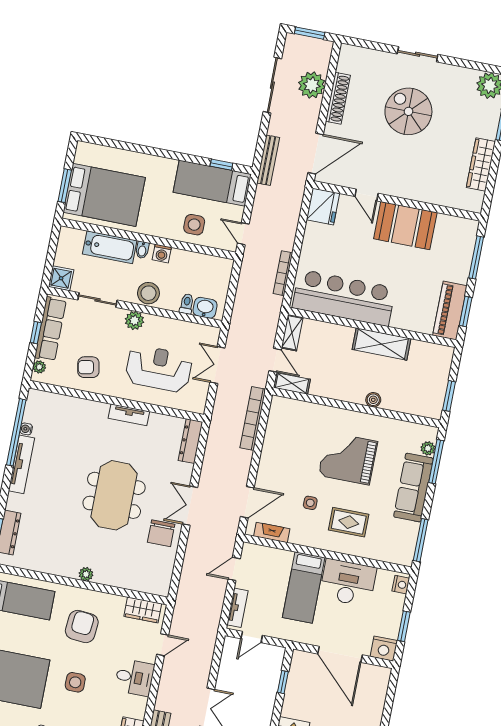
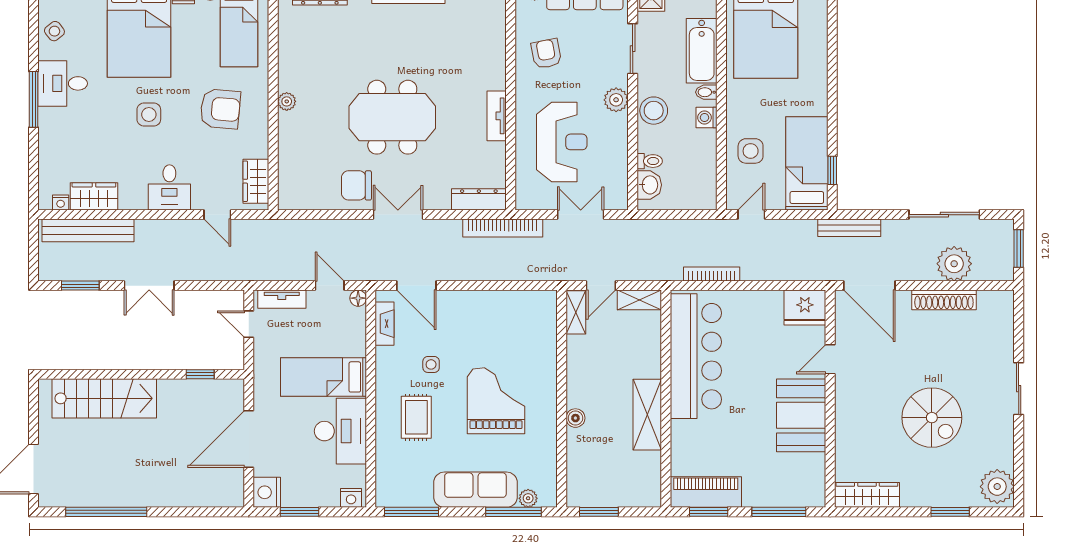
spiral stairs: (408, 111) -> (932, 418), moved, turned 90
wardrobe: (481, 165) -> (867, 495), moved
bookcase: (253, 418) -> (503, 228), moved, turned 180
floor lamp: (248, 549) -> (358, 298), added

